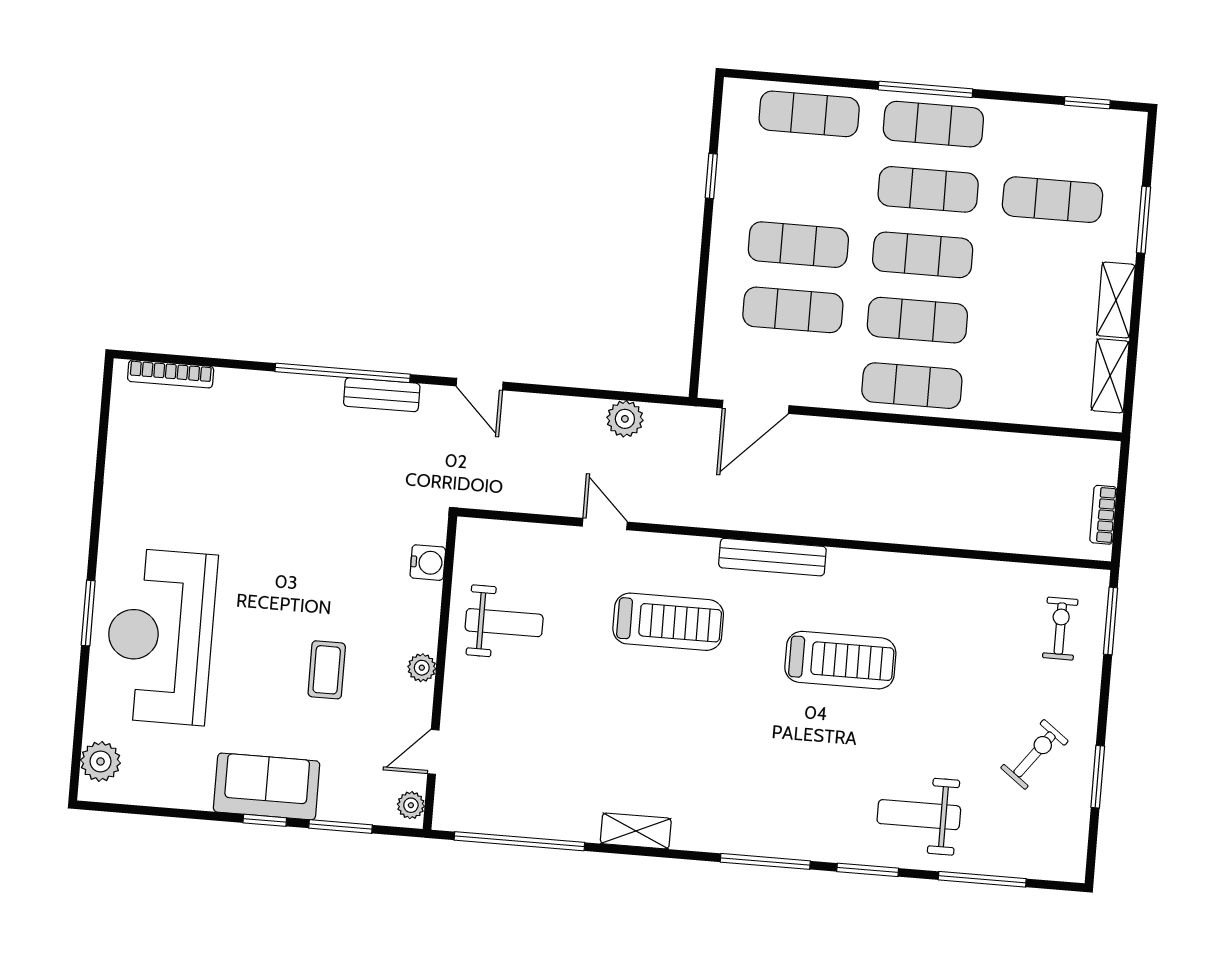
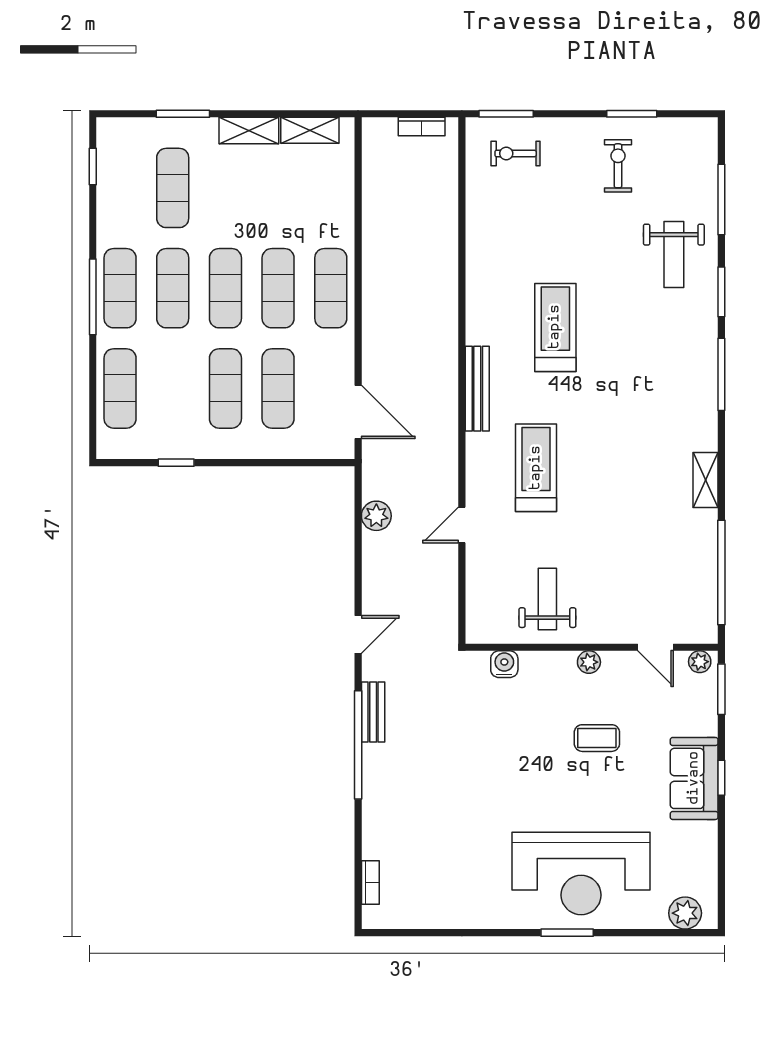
bookcase: (171, 374) -> (370, 882), width x0.64
exercise bike: (1034, 754) -> (618, 166), turned 53
window: (341, 827) -> (721, 689), moved

